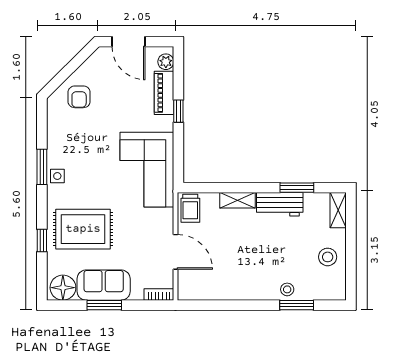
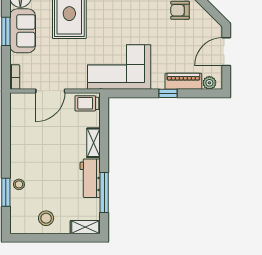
window: (297, 188) -> (104, 192), width x1.44

